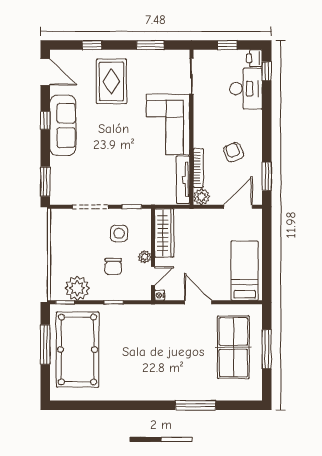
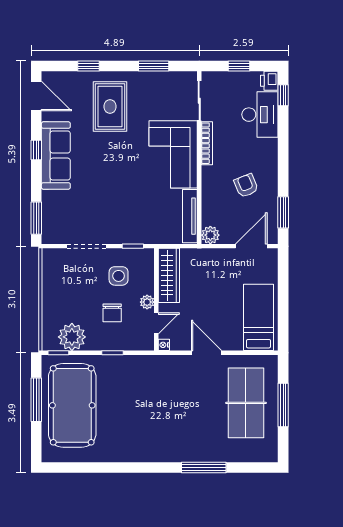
bookcase: (198, 168) -> (207, 143), moved

